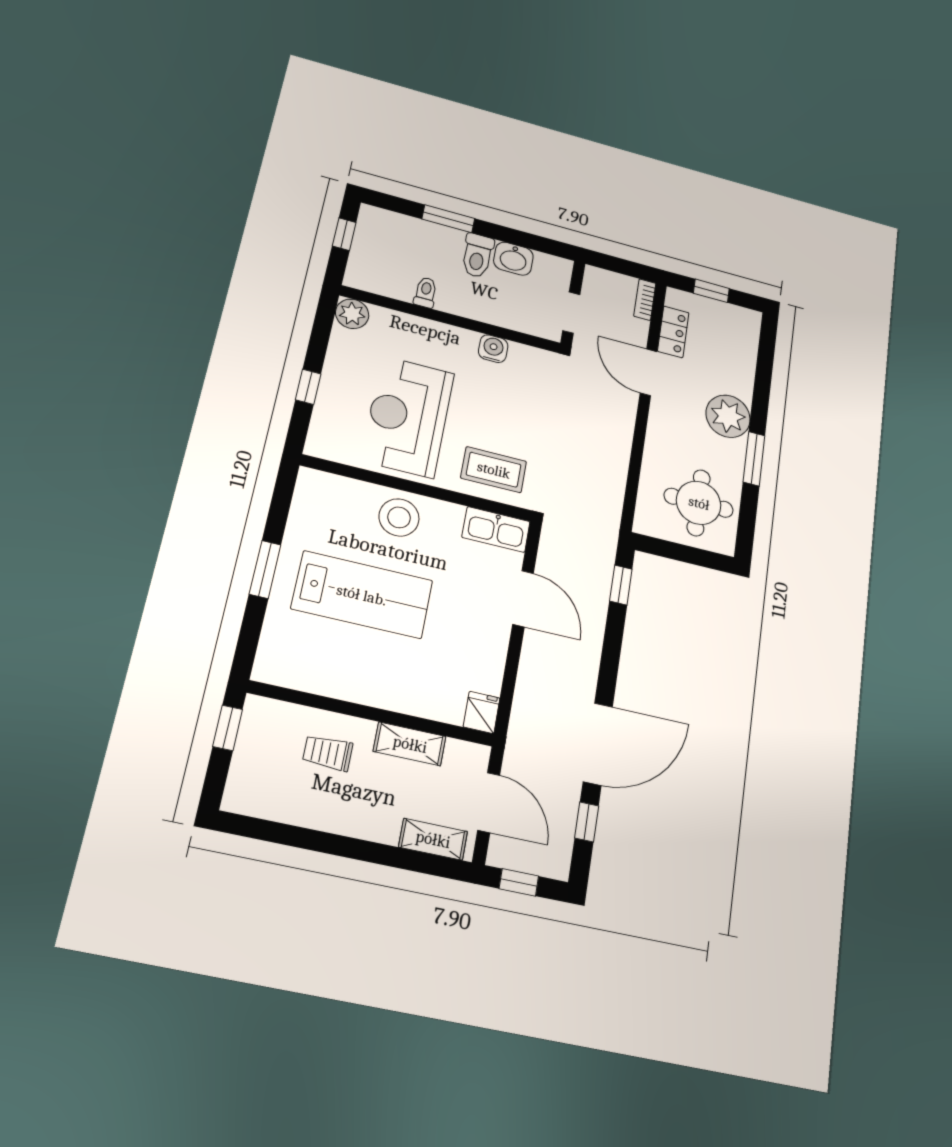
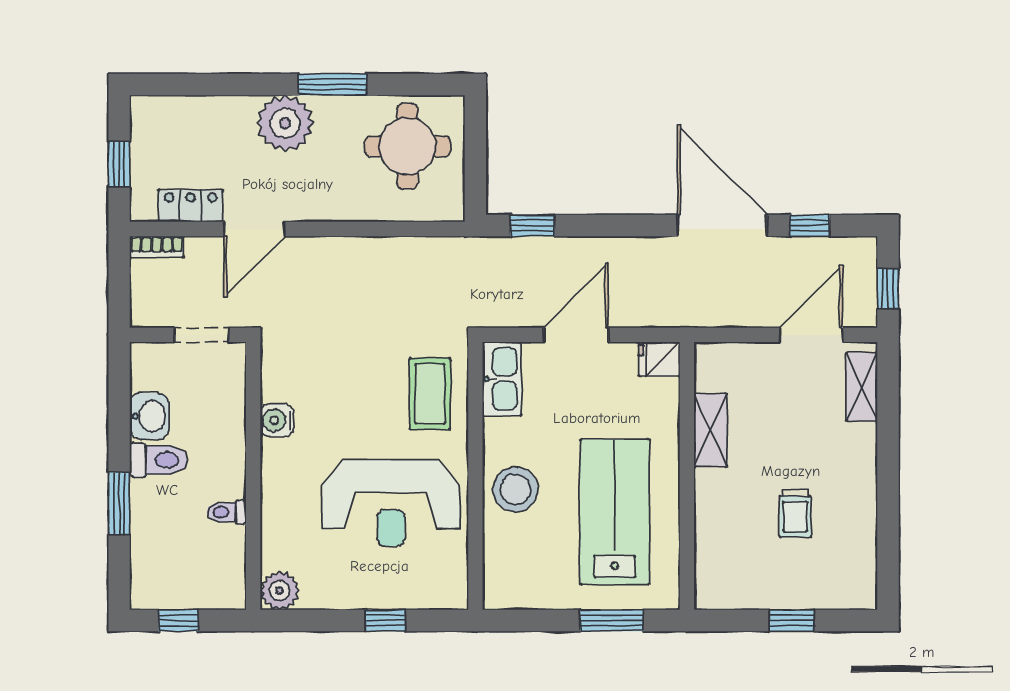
fridge: (482, 712) -> (659, 359), moved
wall: (372, 714) -> (687, 476), moved
shelving: (410, 744) -> (711, 430), moved

